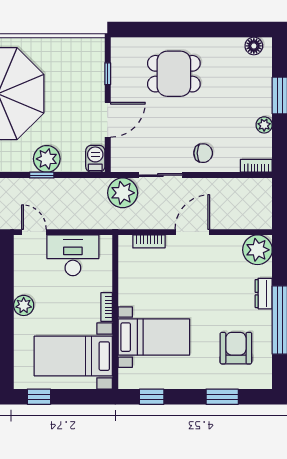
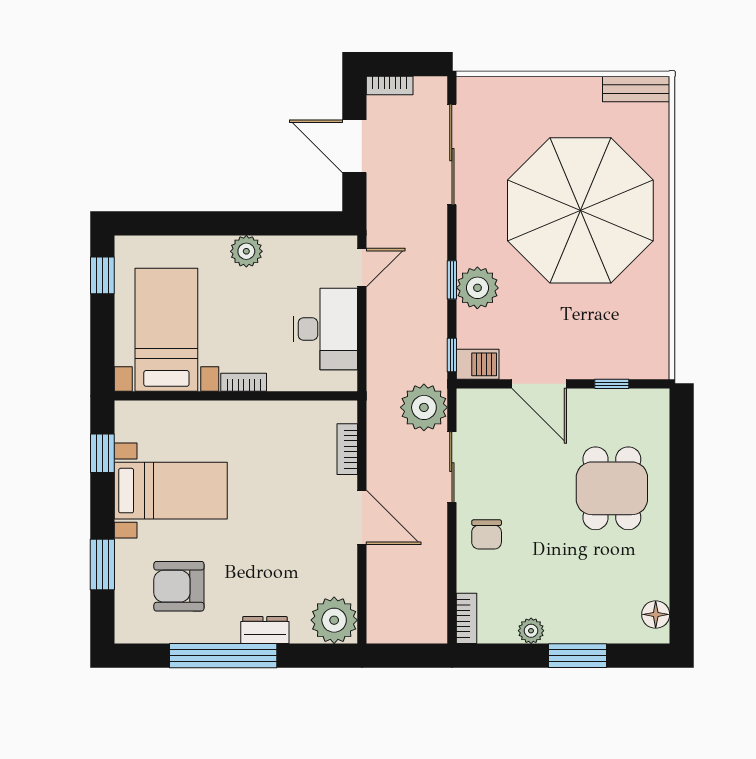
window: (89, 175) -> (452, 355), added
bed with nightstands: (154, 337) -> (171, 491), moved, turned -90
armchair: (236, 348) -> (179, 586), turned 180

